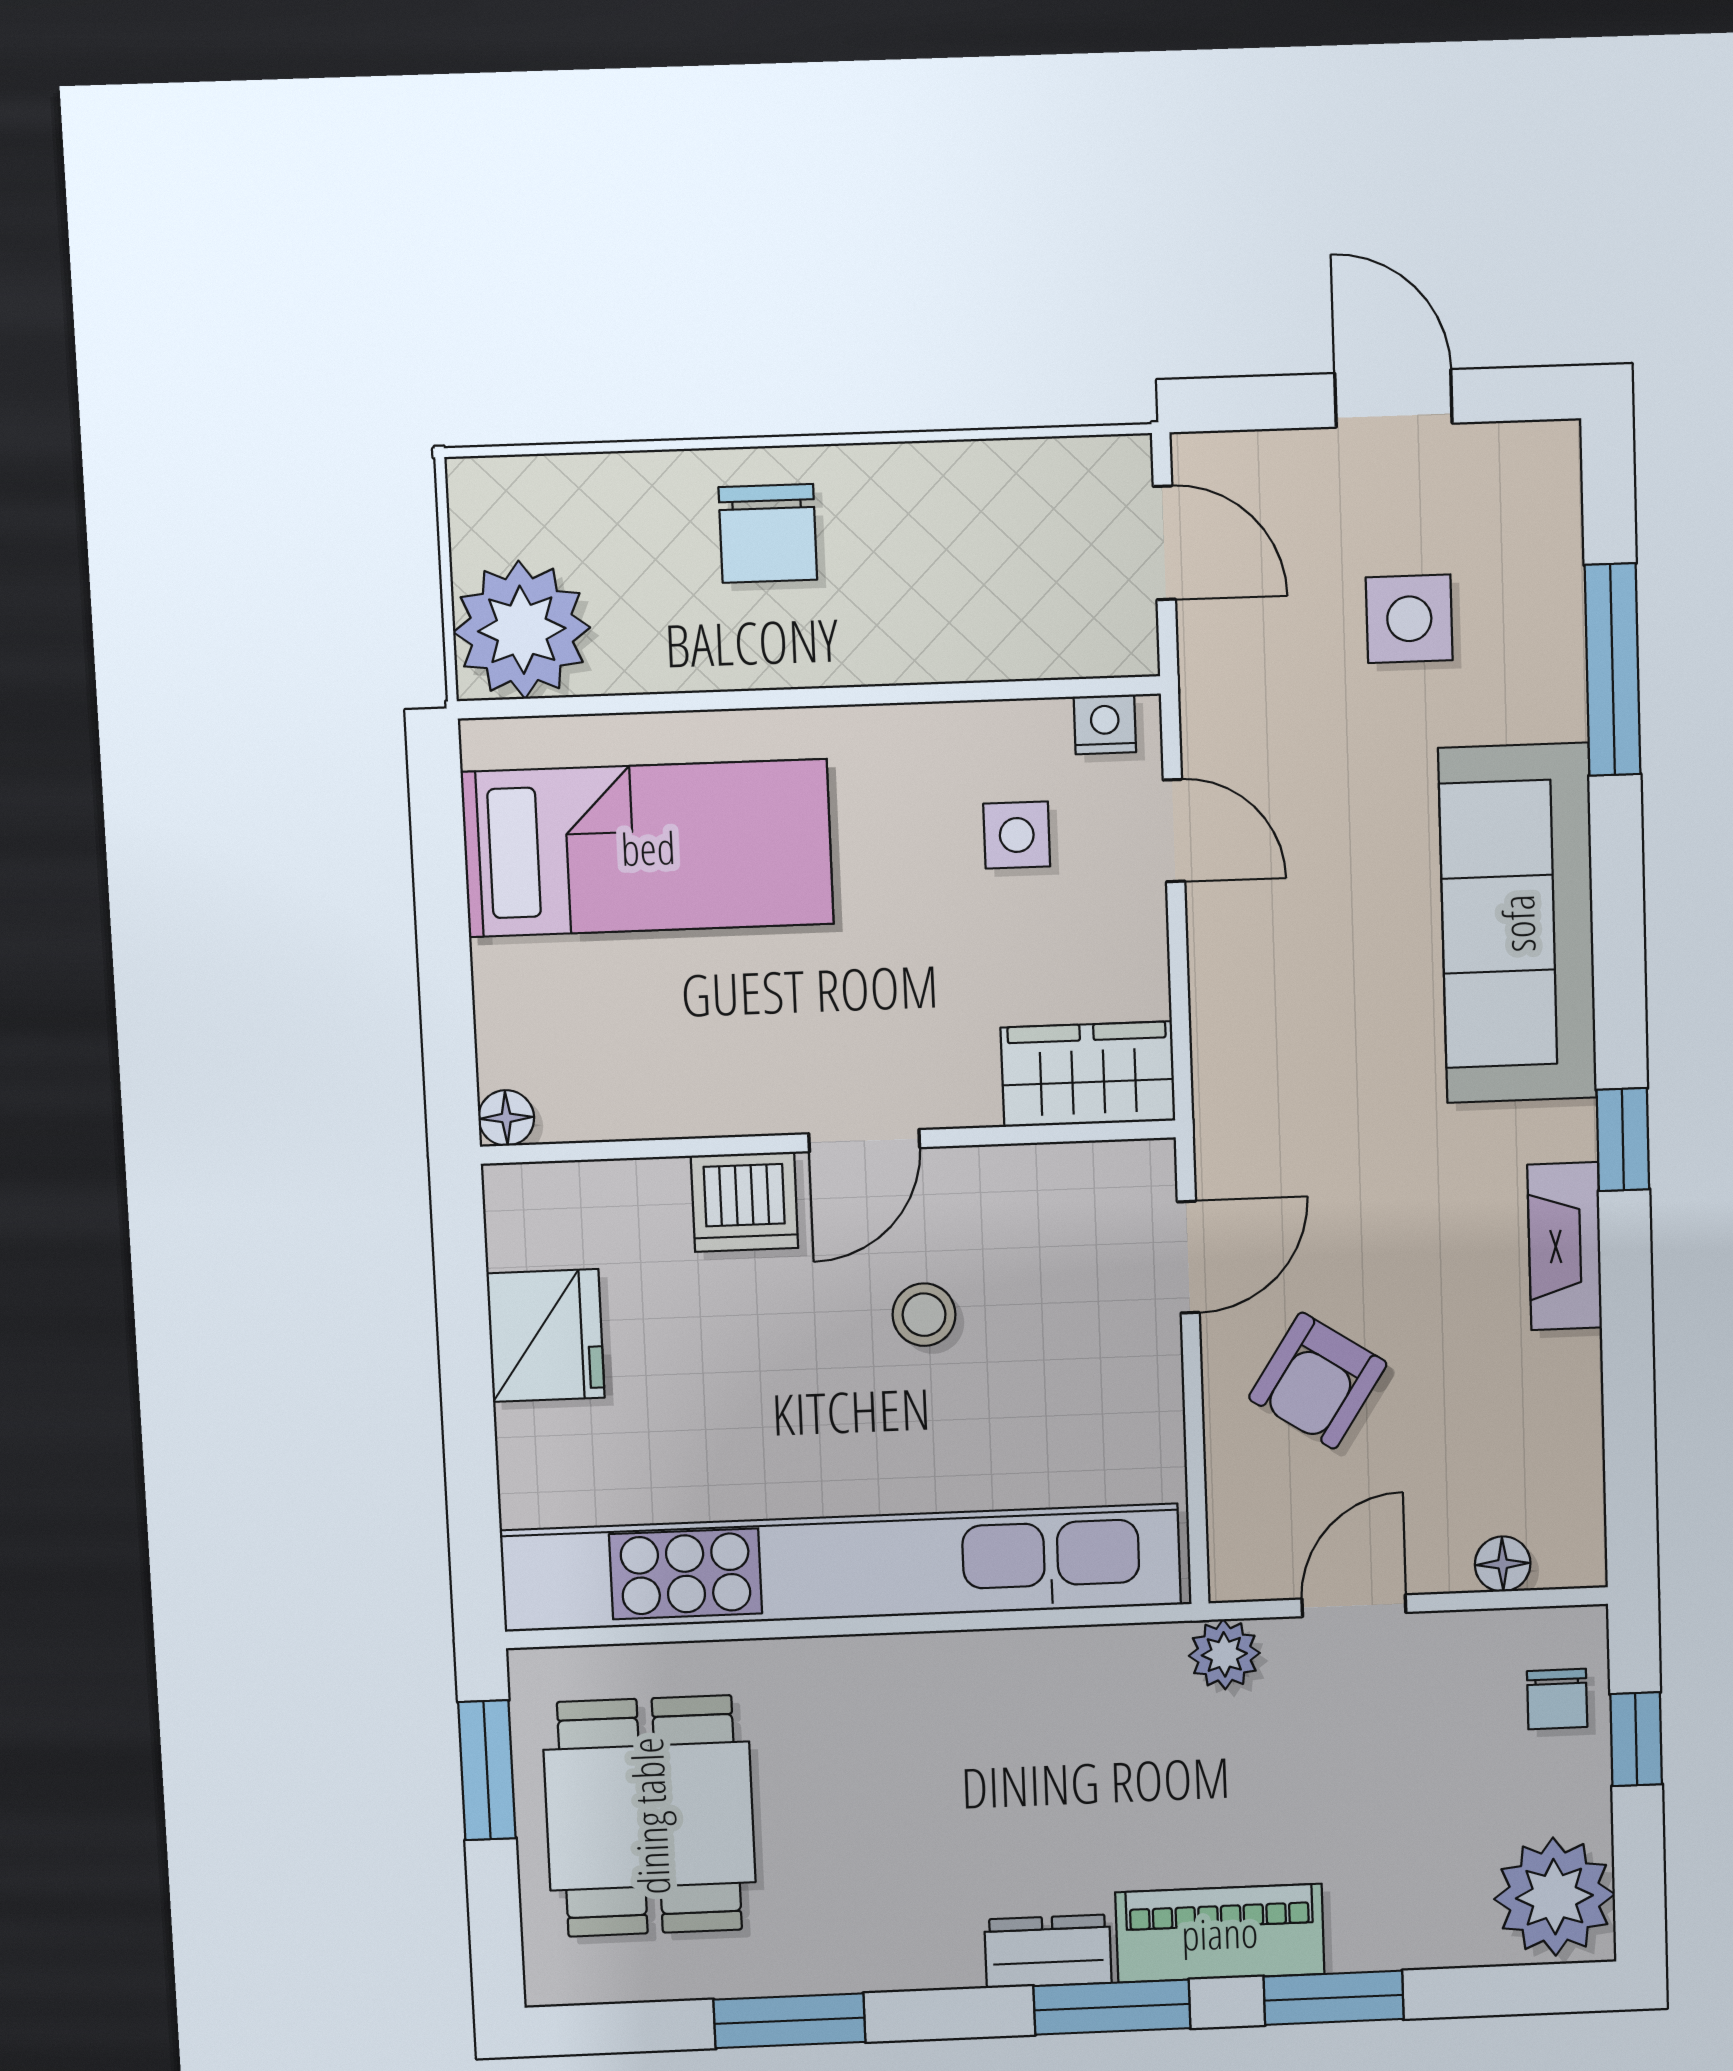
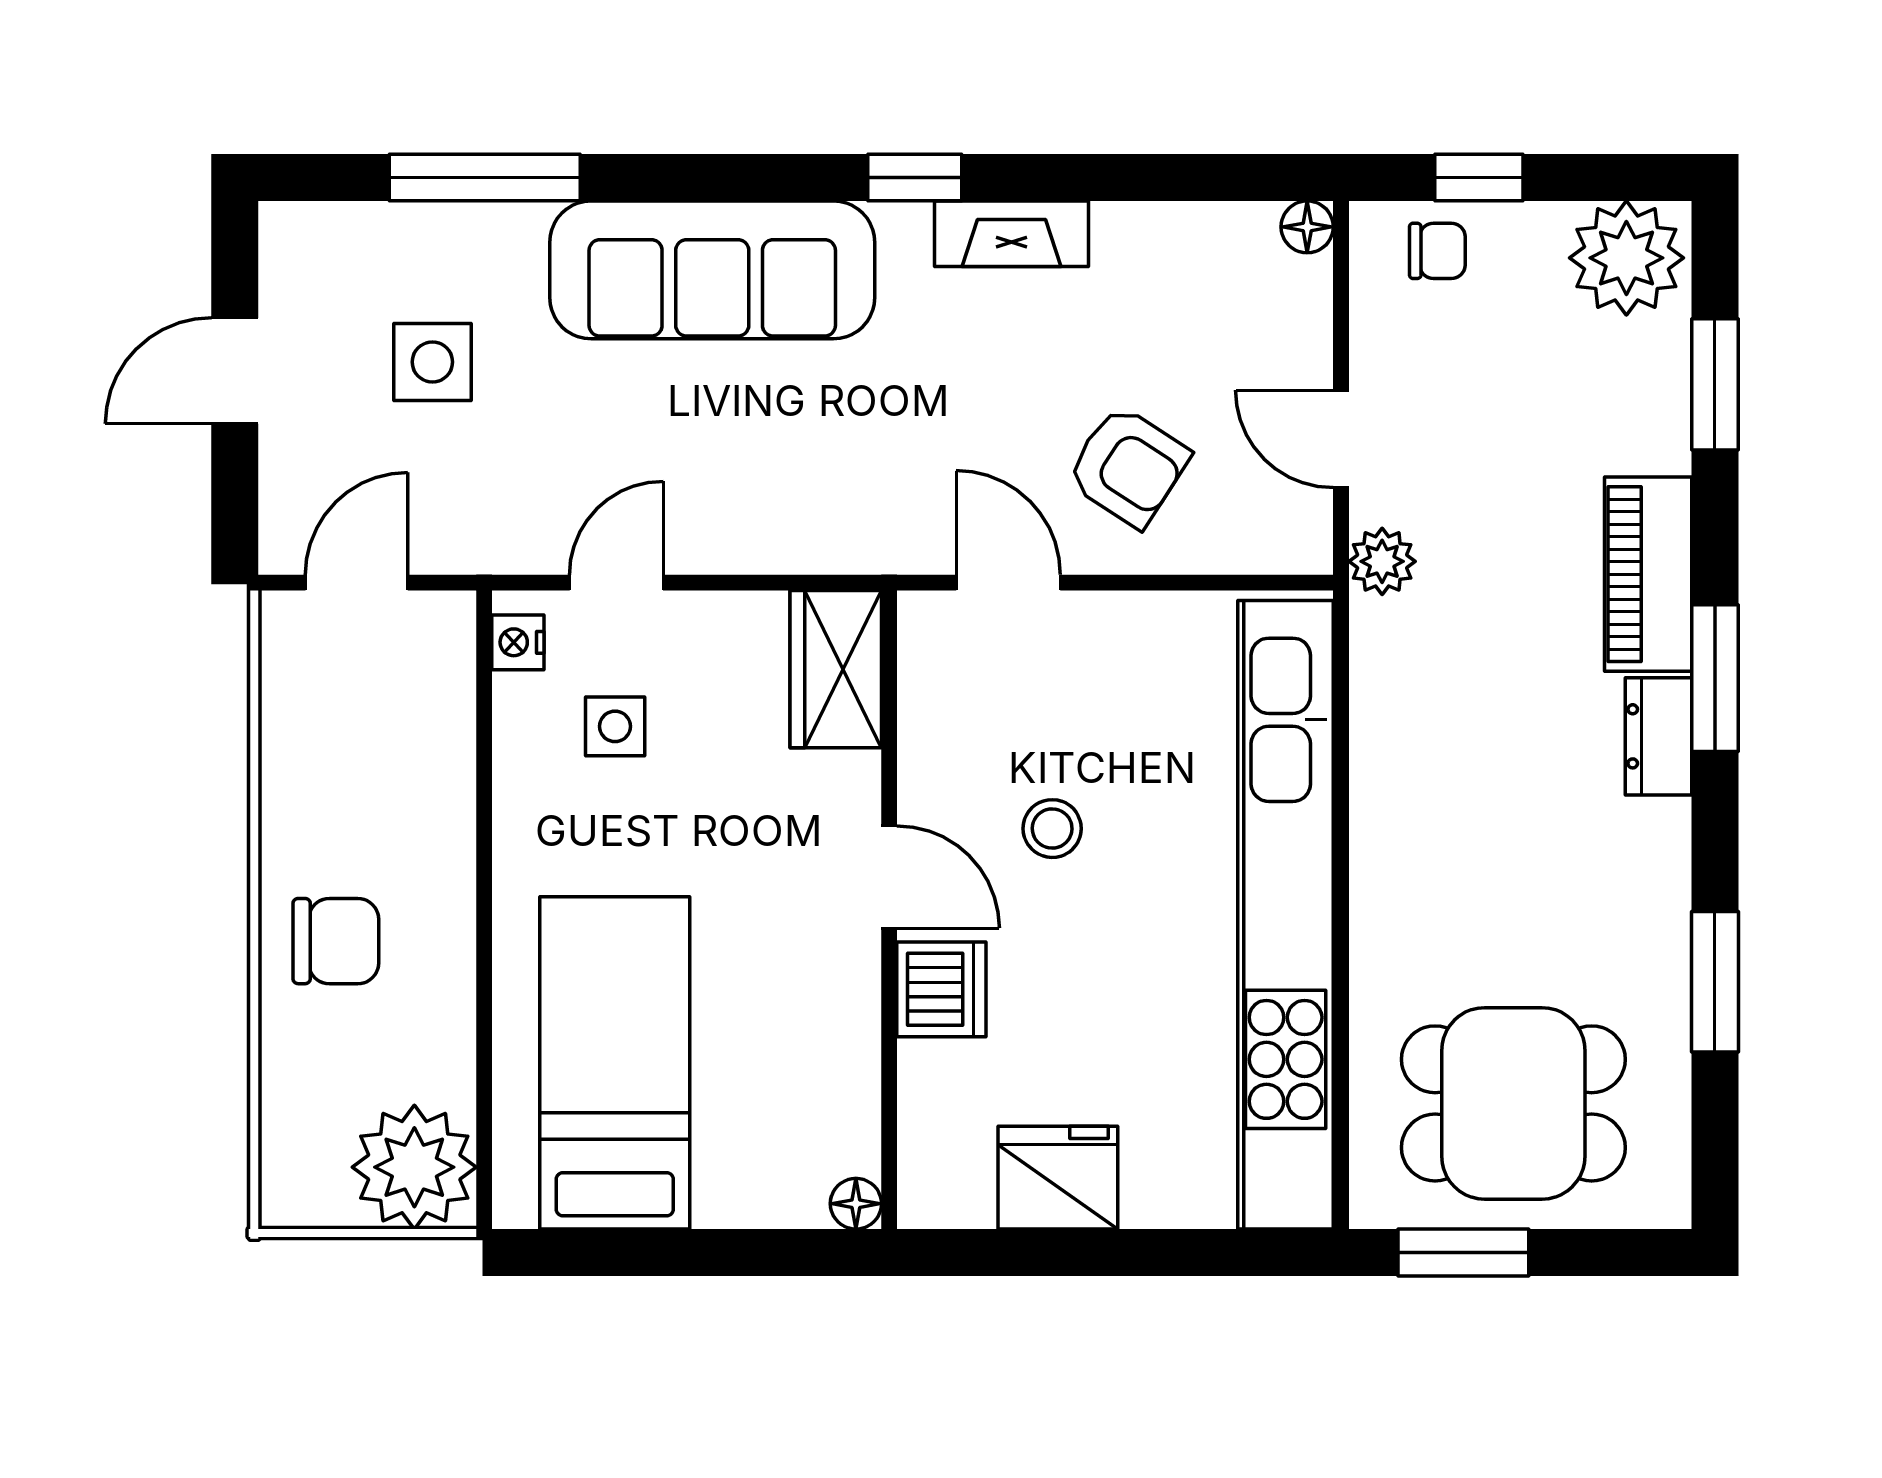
floor lamp: (1503, 1564) -> (1307, 227), moved
window: (1334, 1998) -> (1715, 384), moved

